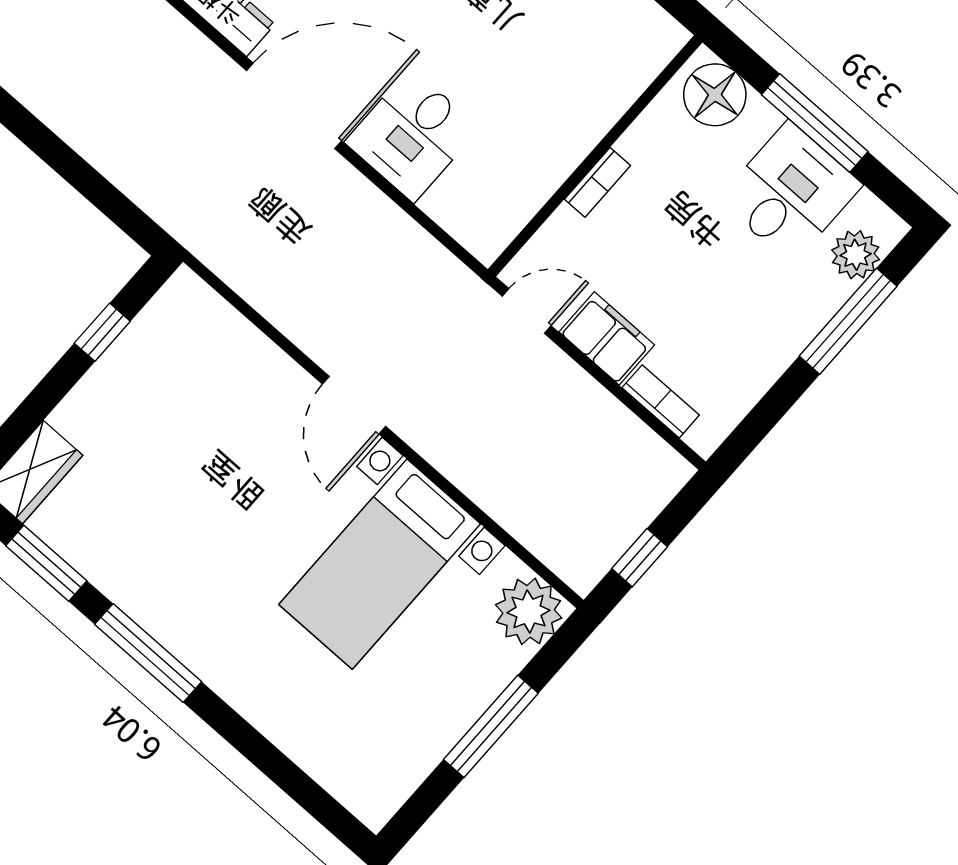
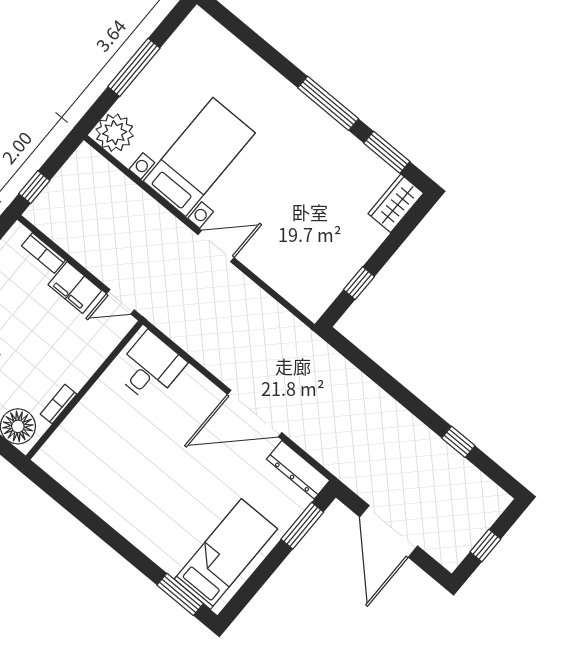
desk: (412, 135) -> (150, 368), moved
bookcase: (598, 182) -> (59, 404), moved
door: (354, 405) -> (216, 246), hinge flipped
window: (640, 558) -> (34, 187), moved

